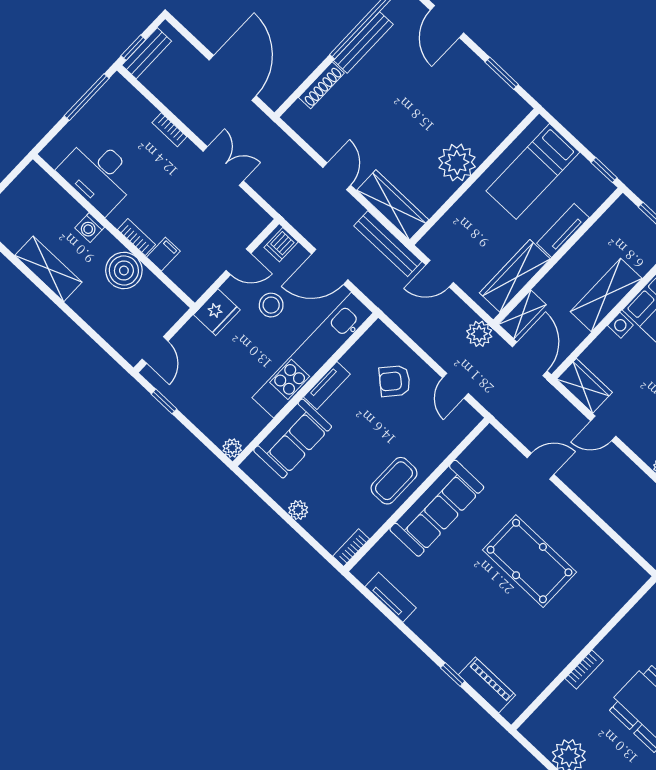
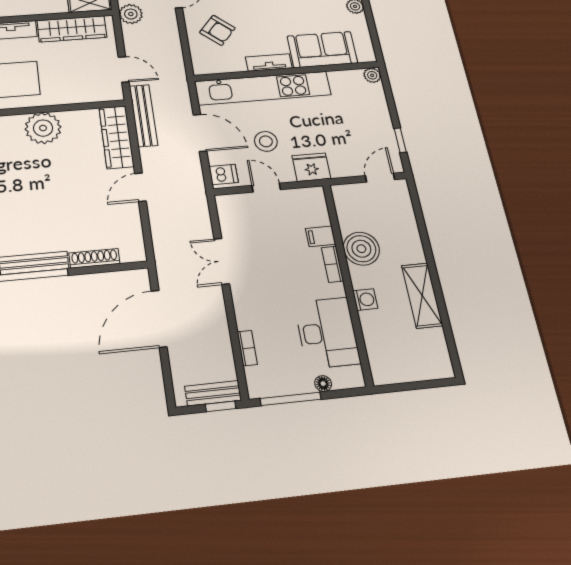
floor lamp: (72, 130) -> (323, 384), added
bookcase: (169, 130) -> (247, 348), moved

